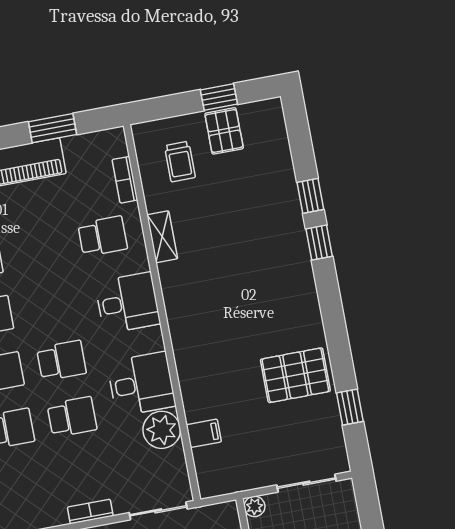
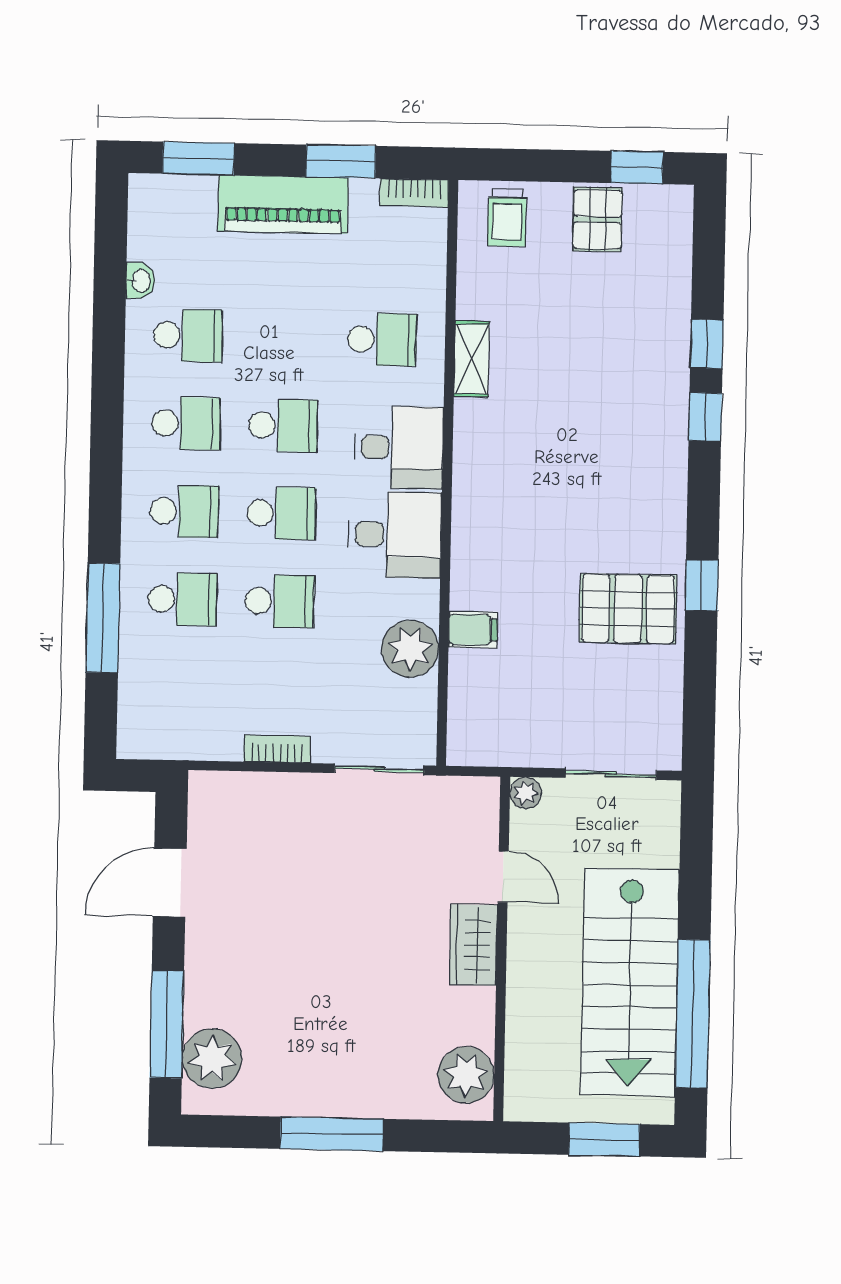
window: (219, 97) -> (637, 168), moved
trolley: (180, 162) -> (507, 218), moved
bookcase: (125, 180) -> (414, 193), moved, turned -90
school desk: (51, 304) -> (283, 425), added
desk: (141, 384) -> (395, 535), moved
window: (350, 407) -> (702, 586), moved
filing cabinet: (204, 433) -> (473, 630), moved

